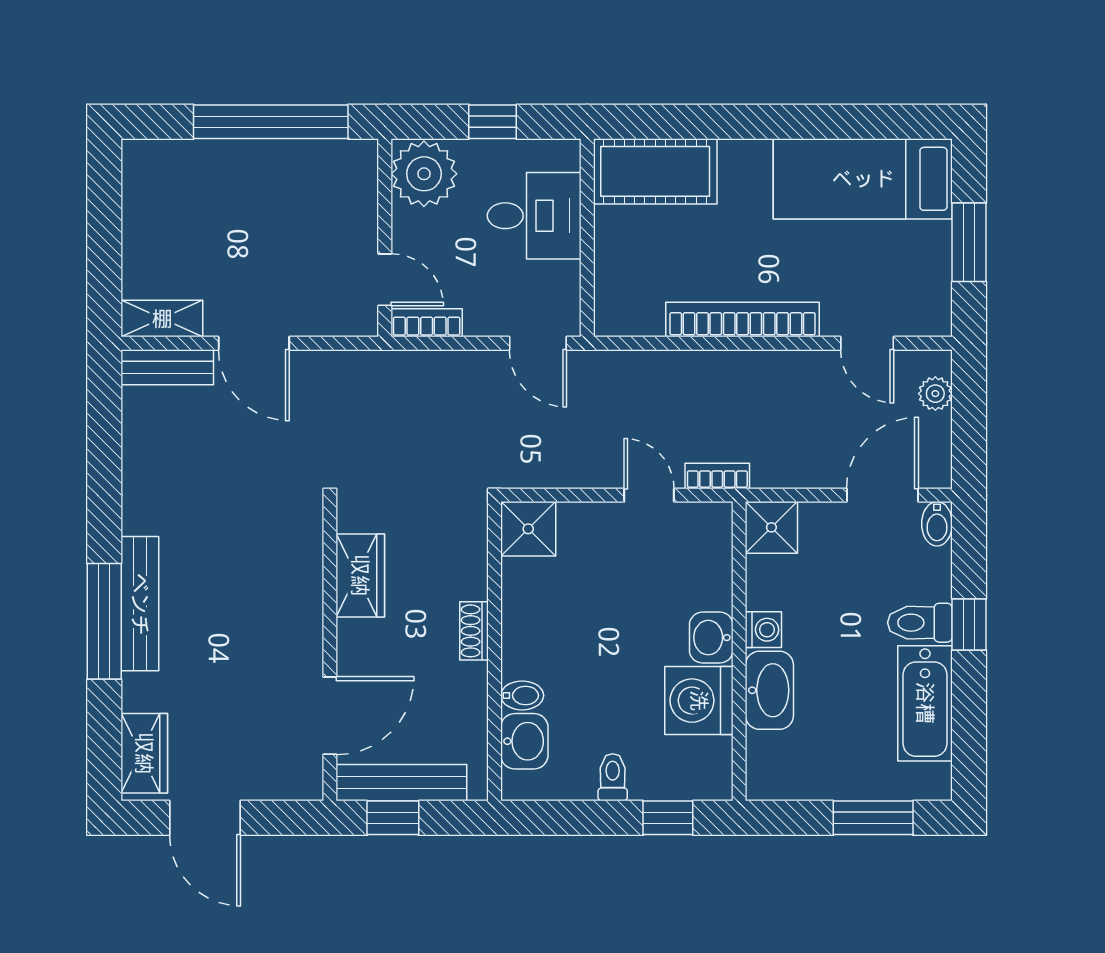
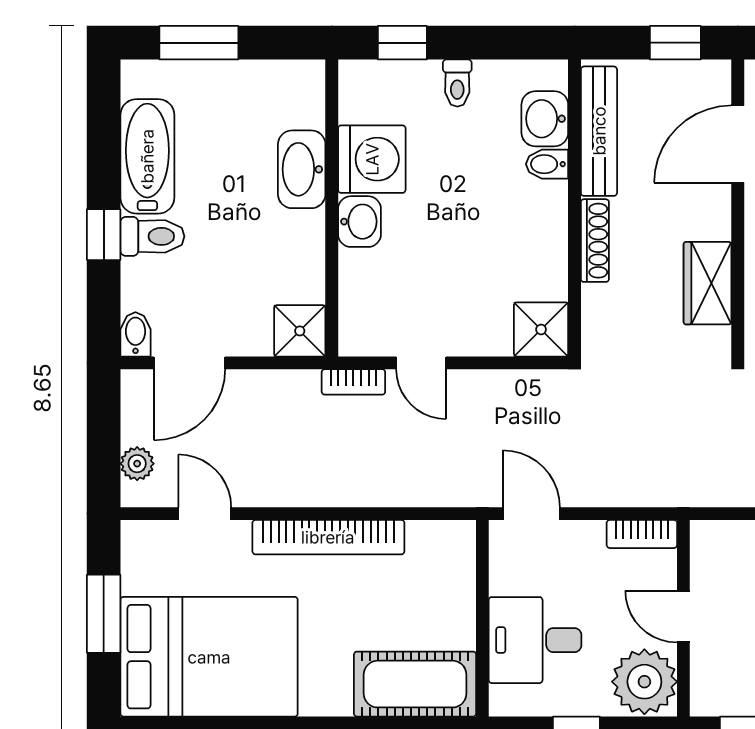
bed: (863, 179) -> (209, 657), width x1.50
door: (385, 280) -> (683, 617), moved
washing machine: (763, 630) -> (308, 229), removed
shoe rack: (474, 631) -> (595, 241), width x1.43
bench: (401, 783) -> (599, 131), moved, turned 90

